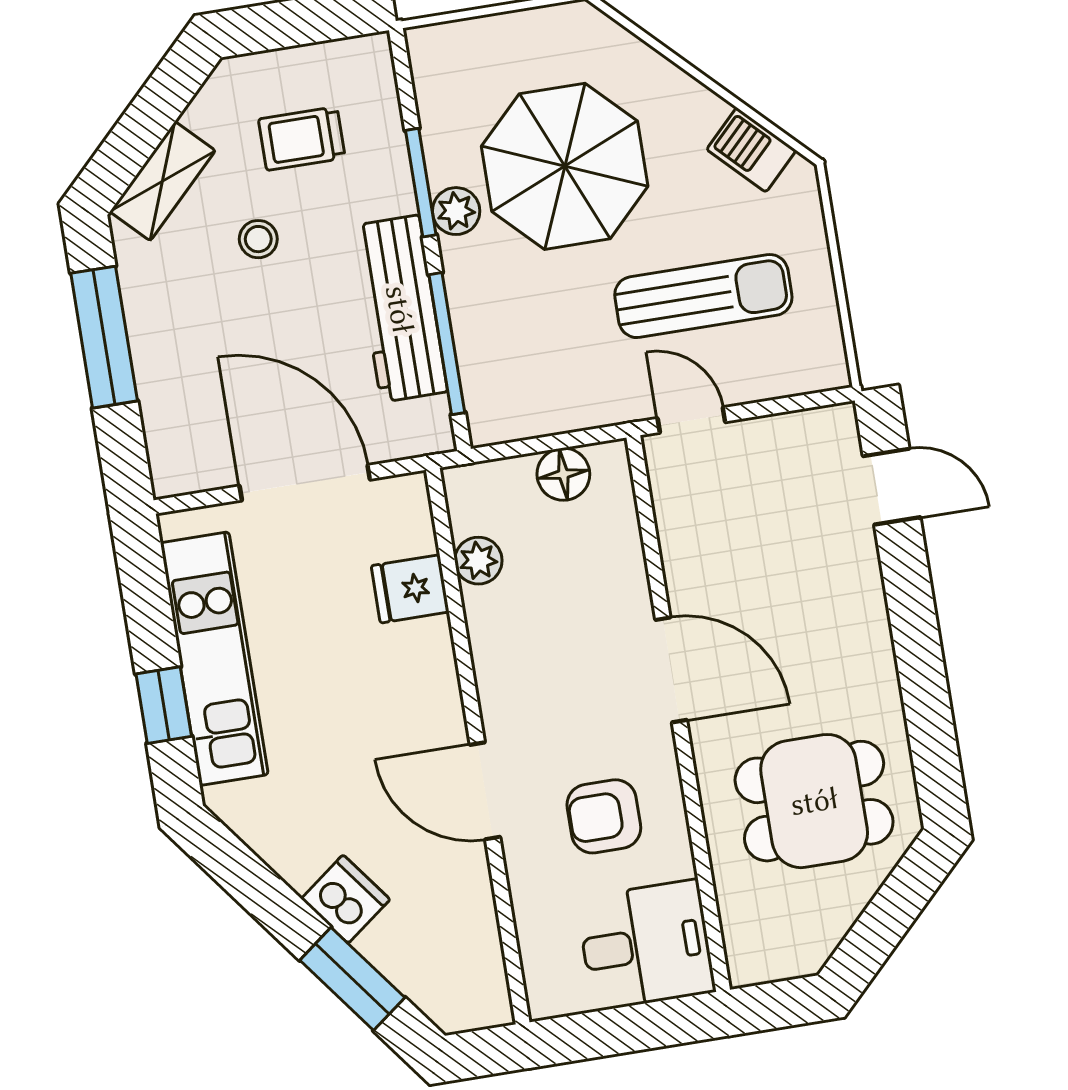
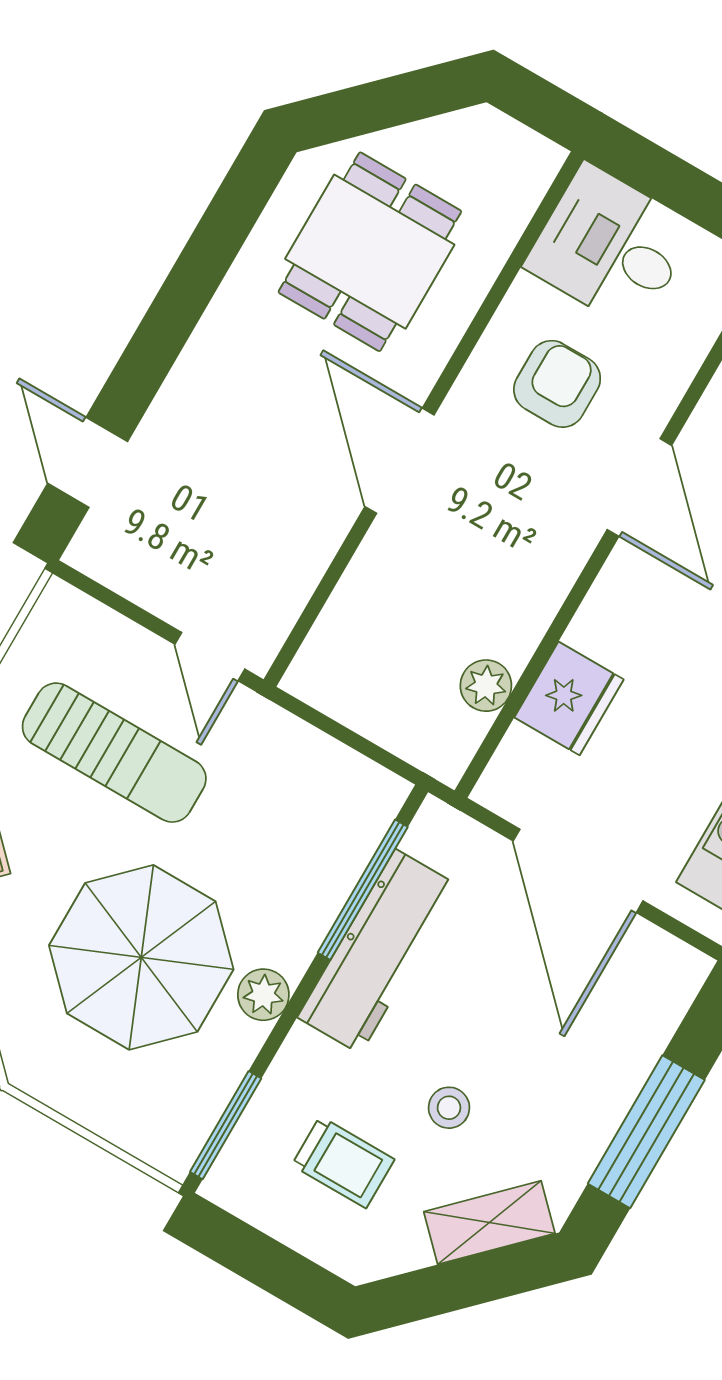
window: (421, 183) -> (226, 1125), moved
sun lounger: (703, 296) -> (114, 753), turned 180
floor lamp: (563, 474) -> (355, 699), removed
fridge: (410, 589) -> (569, 698), width x1.38
dining table: (814, 801) -> (370, 252), turned 90
armchair: (604, 816) -> (557, 384), turned -90

